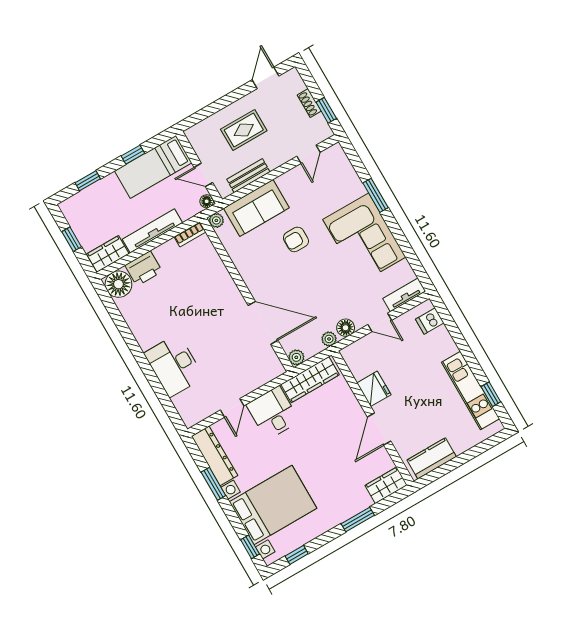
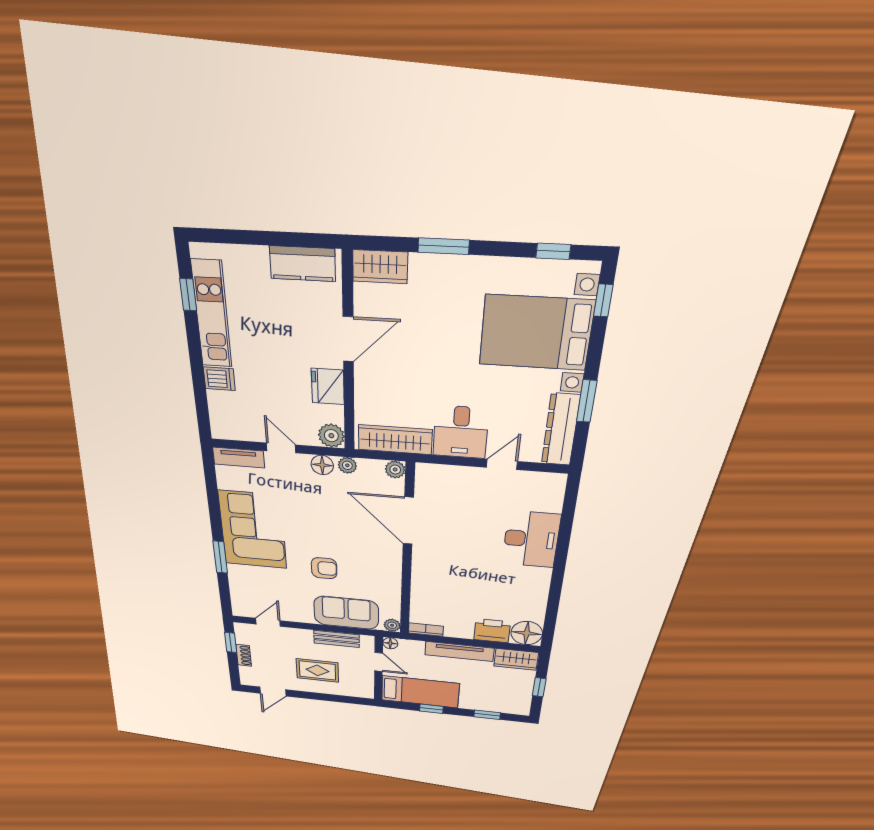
dishwasher: (430, 321) -> (219, 379), moved
plant: (352, 355) -> (331, 436), added

